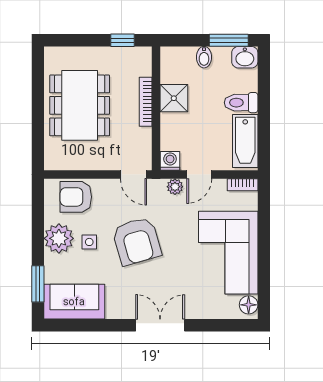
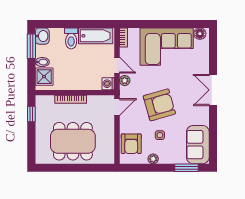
shower: (174, 98) -> (44, 77), moved
plant: (59, 238) -> (153, 159), width x0.53, depth x0.53

